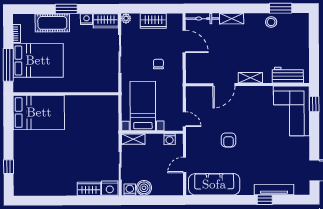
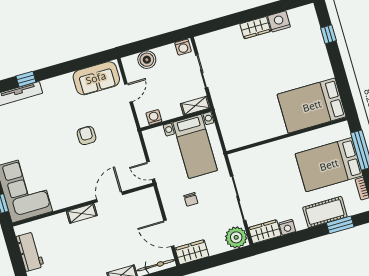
window: (66, 9) -> (340, 225), moved
plant: (126, 18) -> (236, 237), width x1.88, depth x1.88
wardrobe: (153, 21) -> (192, 252), moved
workbench: (288, 75) -> (30, 252), moved, turned -90
door: (184, 119) -> (151, 170), moved
sofa: (214, 184) -> (96, 78), width x0.73
nightstand: (110, 188) -> (279, 21), moved
boiler: (144, 188) -> (147, 60), moved
wardrobe: (89, 189) -> (255, 28), moved

